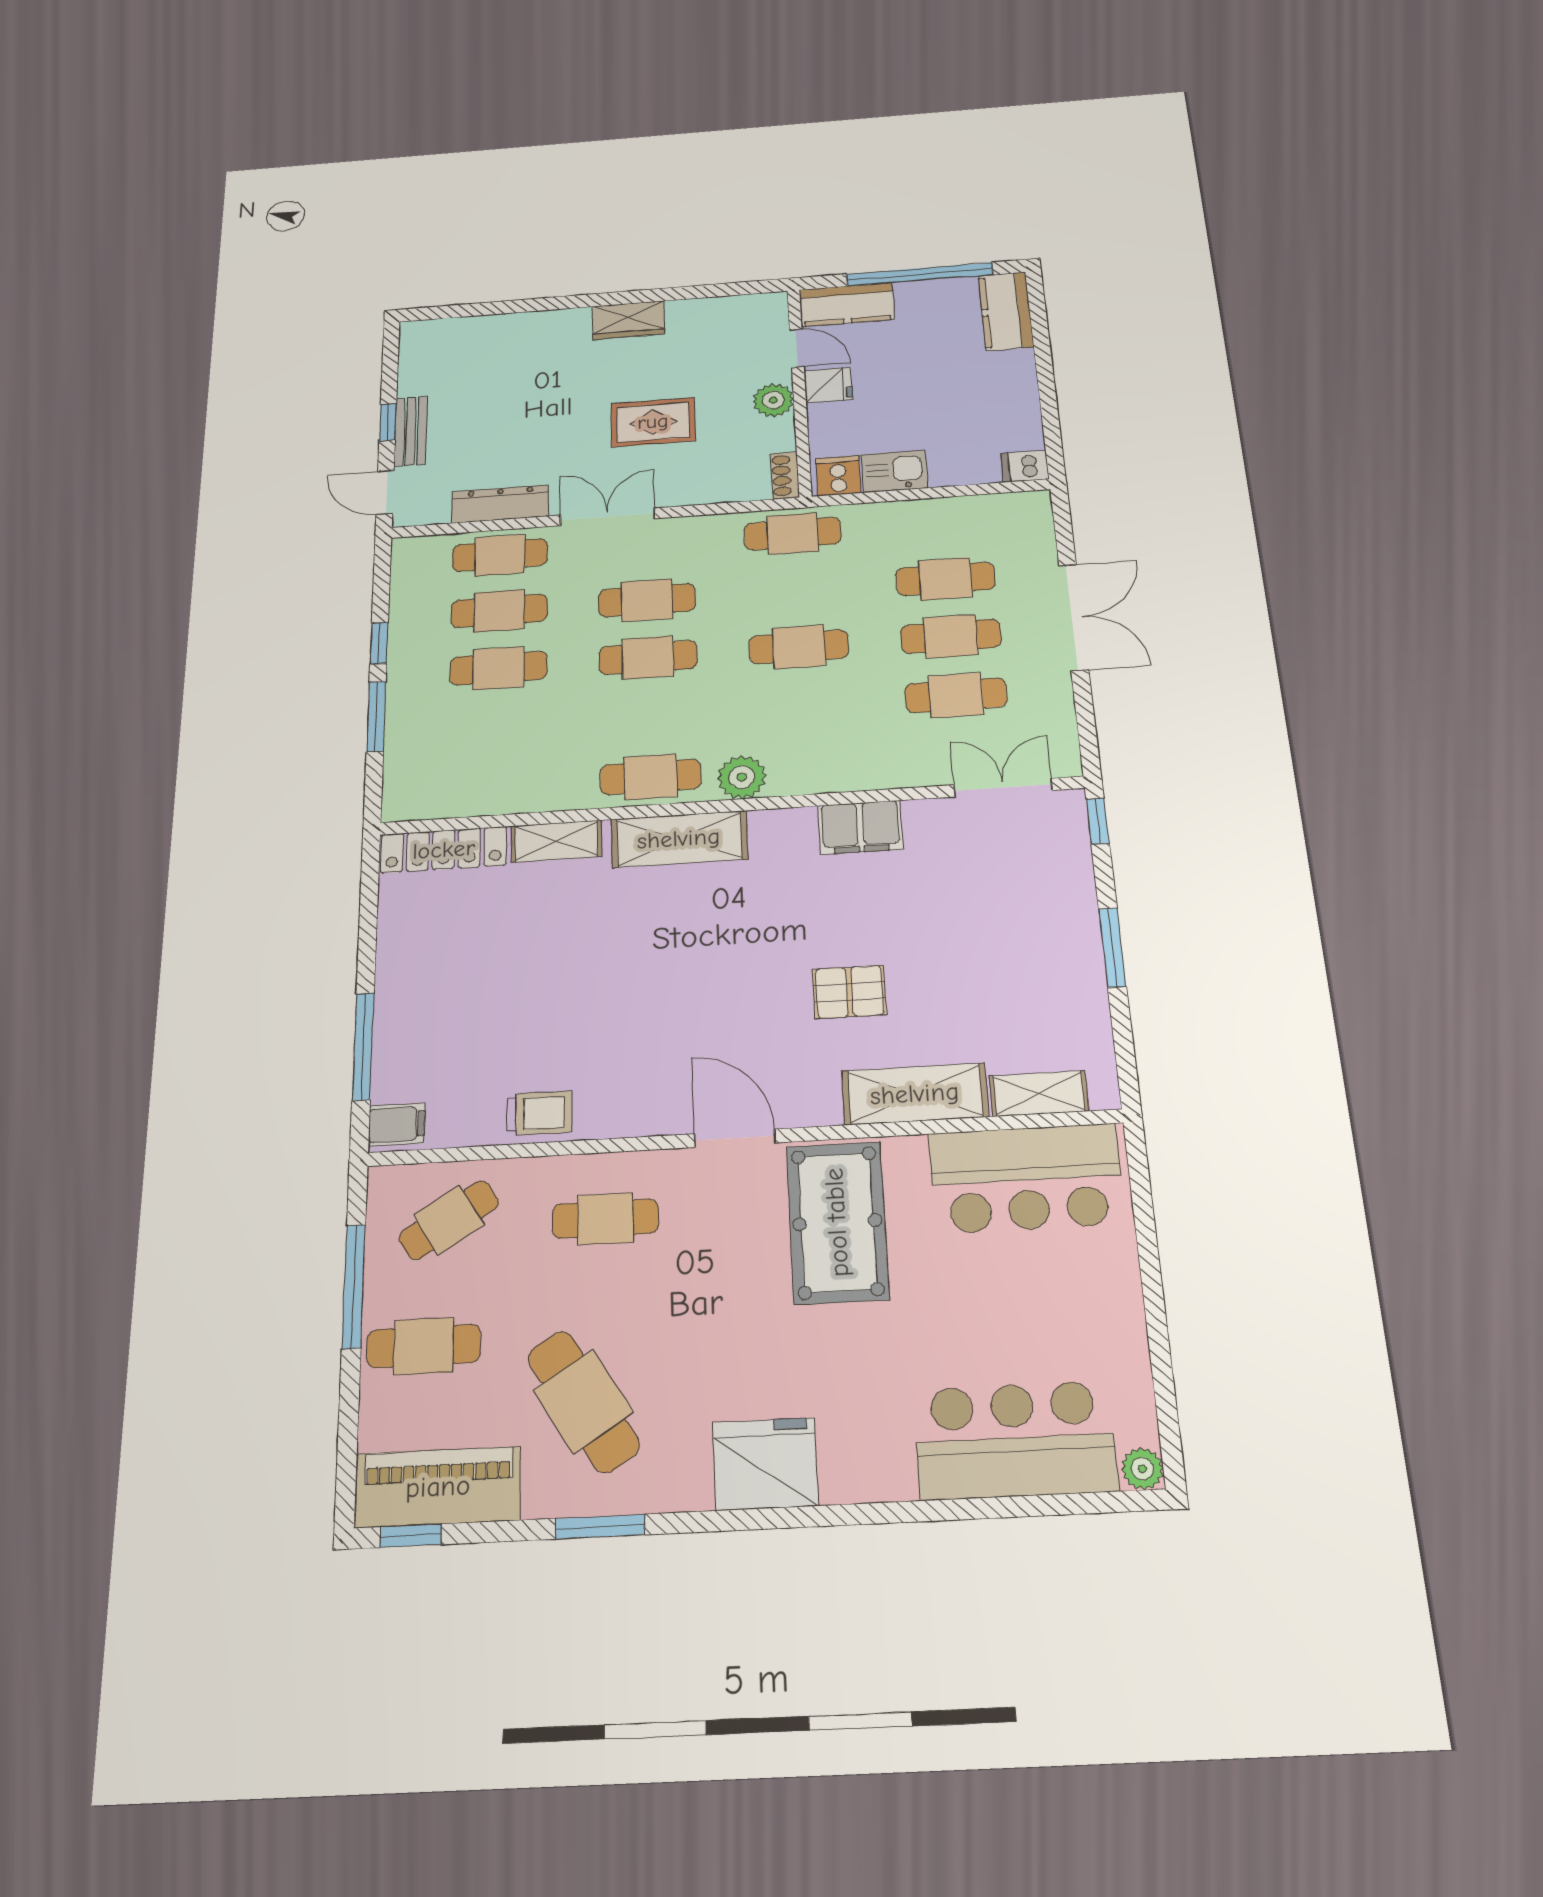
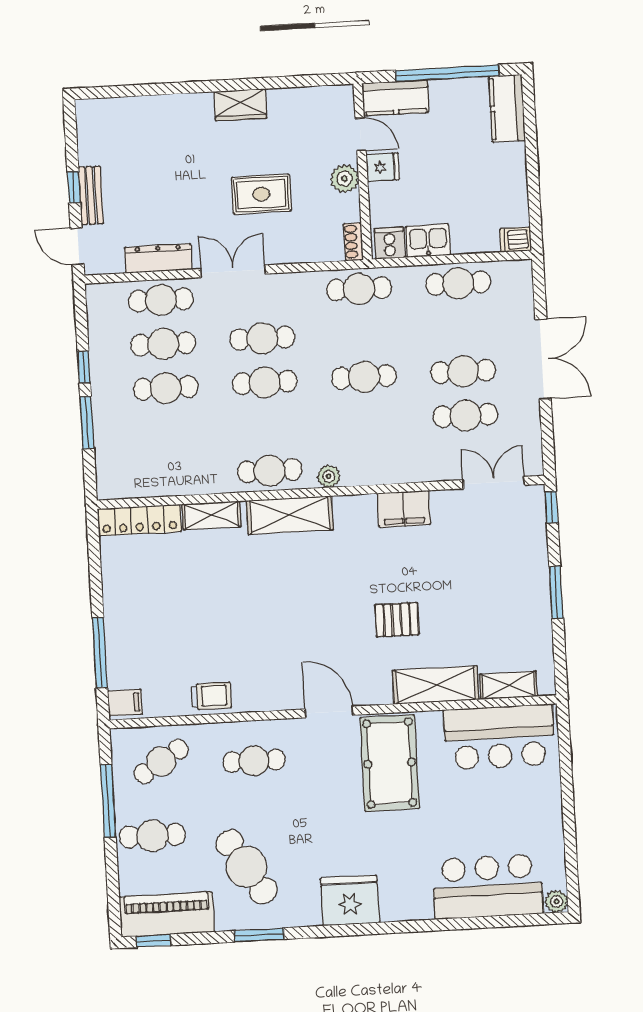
cafe table: (946, 579) -> (458, 283), moved
plant: (742, 777) -> (329, 476), width x0.73, depth x0.73

